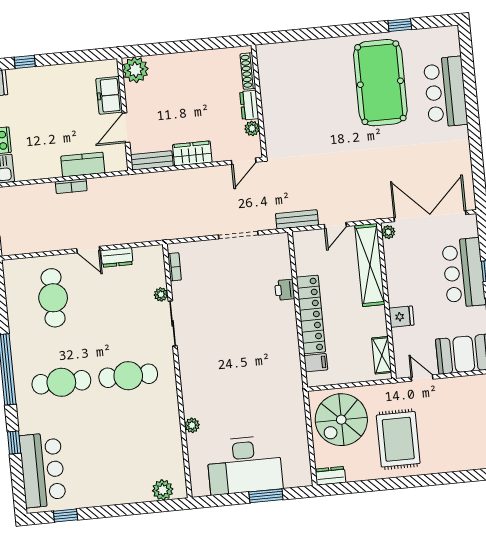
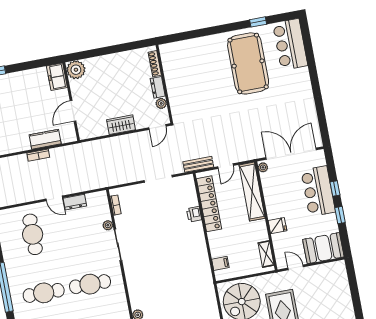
bar counter: (446, 92) -> (290, 44), moved
freezer: (109, 95) -> (57, 77), moved
bench: (152, 160) -> (93, 132), removed
locker: (311, 314) -> (209, 204), moved

